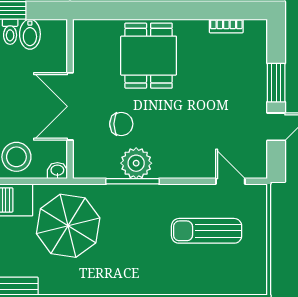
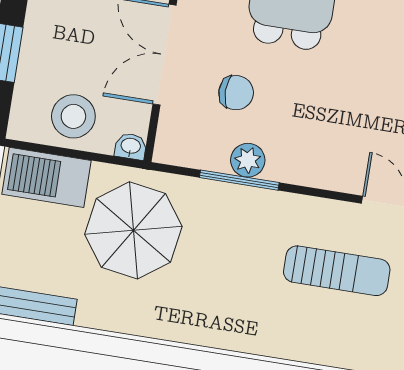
plant: (136, 163) -> (248, 160), width x0.73, depth x0.73
sun lounger: (207, 231) -> (337, 271), turned 180

